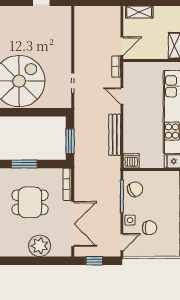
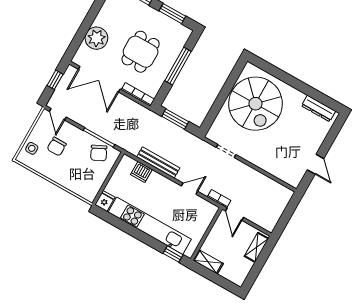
dishwasher: (131, 161) -> (141, 172), moved, turned 90
window: (24, 164) -> (178, 66), width x1.44
side table: (130, 220) -> (32, 148), moved

